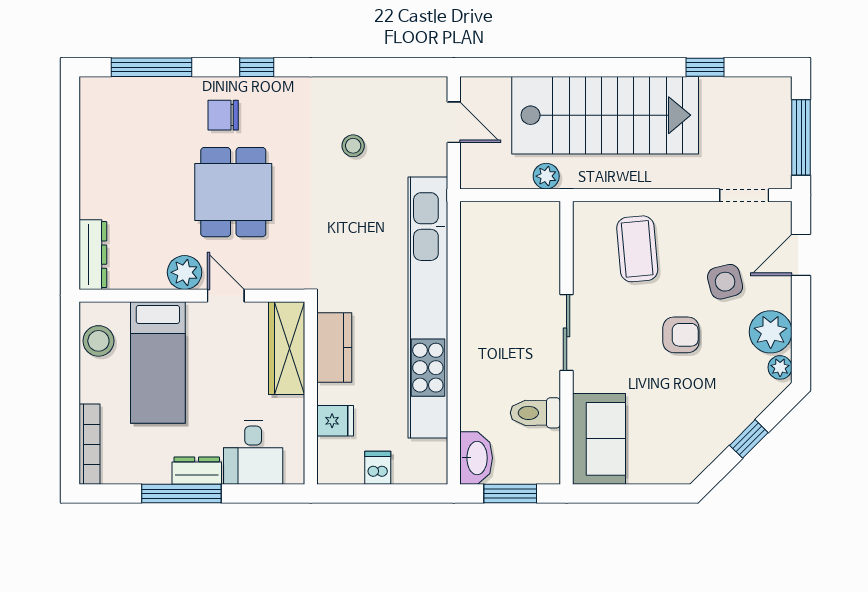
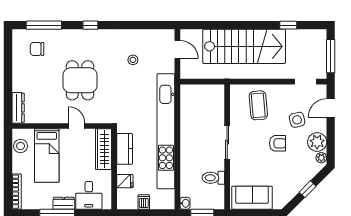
chair: (223, 115) -> (37, 49), moved
plant: (546, 176) -> (218, 73), removed
plant: (185, 272) -> (59, 116), removed
sofa: (599, 439) -> (252, 198), moved, turned -90
washbasin: (476, 458) -> (185, 203), width x0.52, depth x0.69

